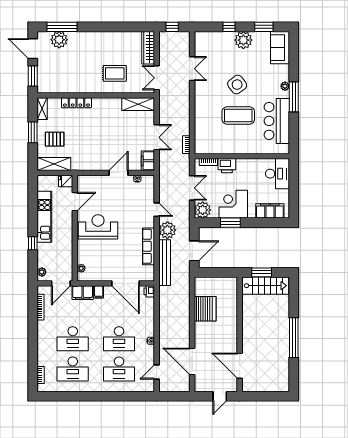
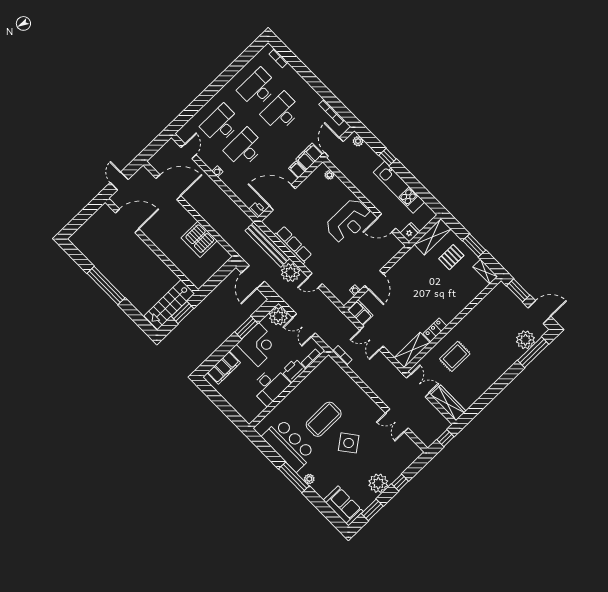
locker: (76, 103) -> (435, 330), moved, width x0.66
desk: (277, 174) -> (270, 386), moved, turned -90
door: (75, 202) -> (387, 223), hinge flipped

